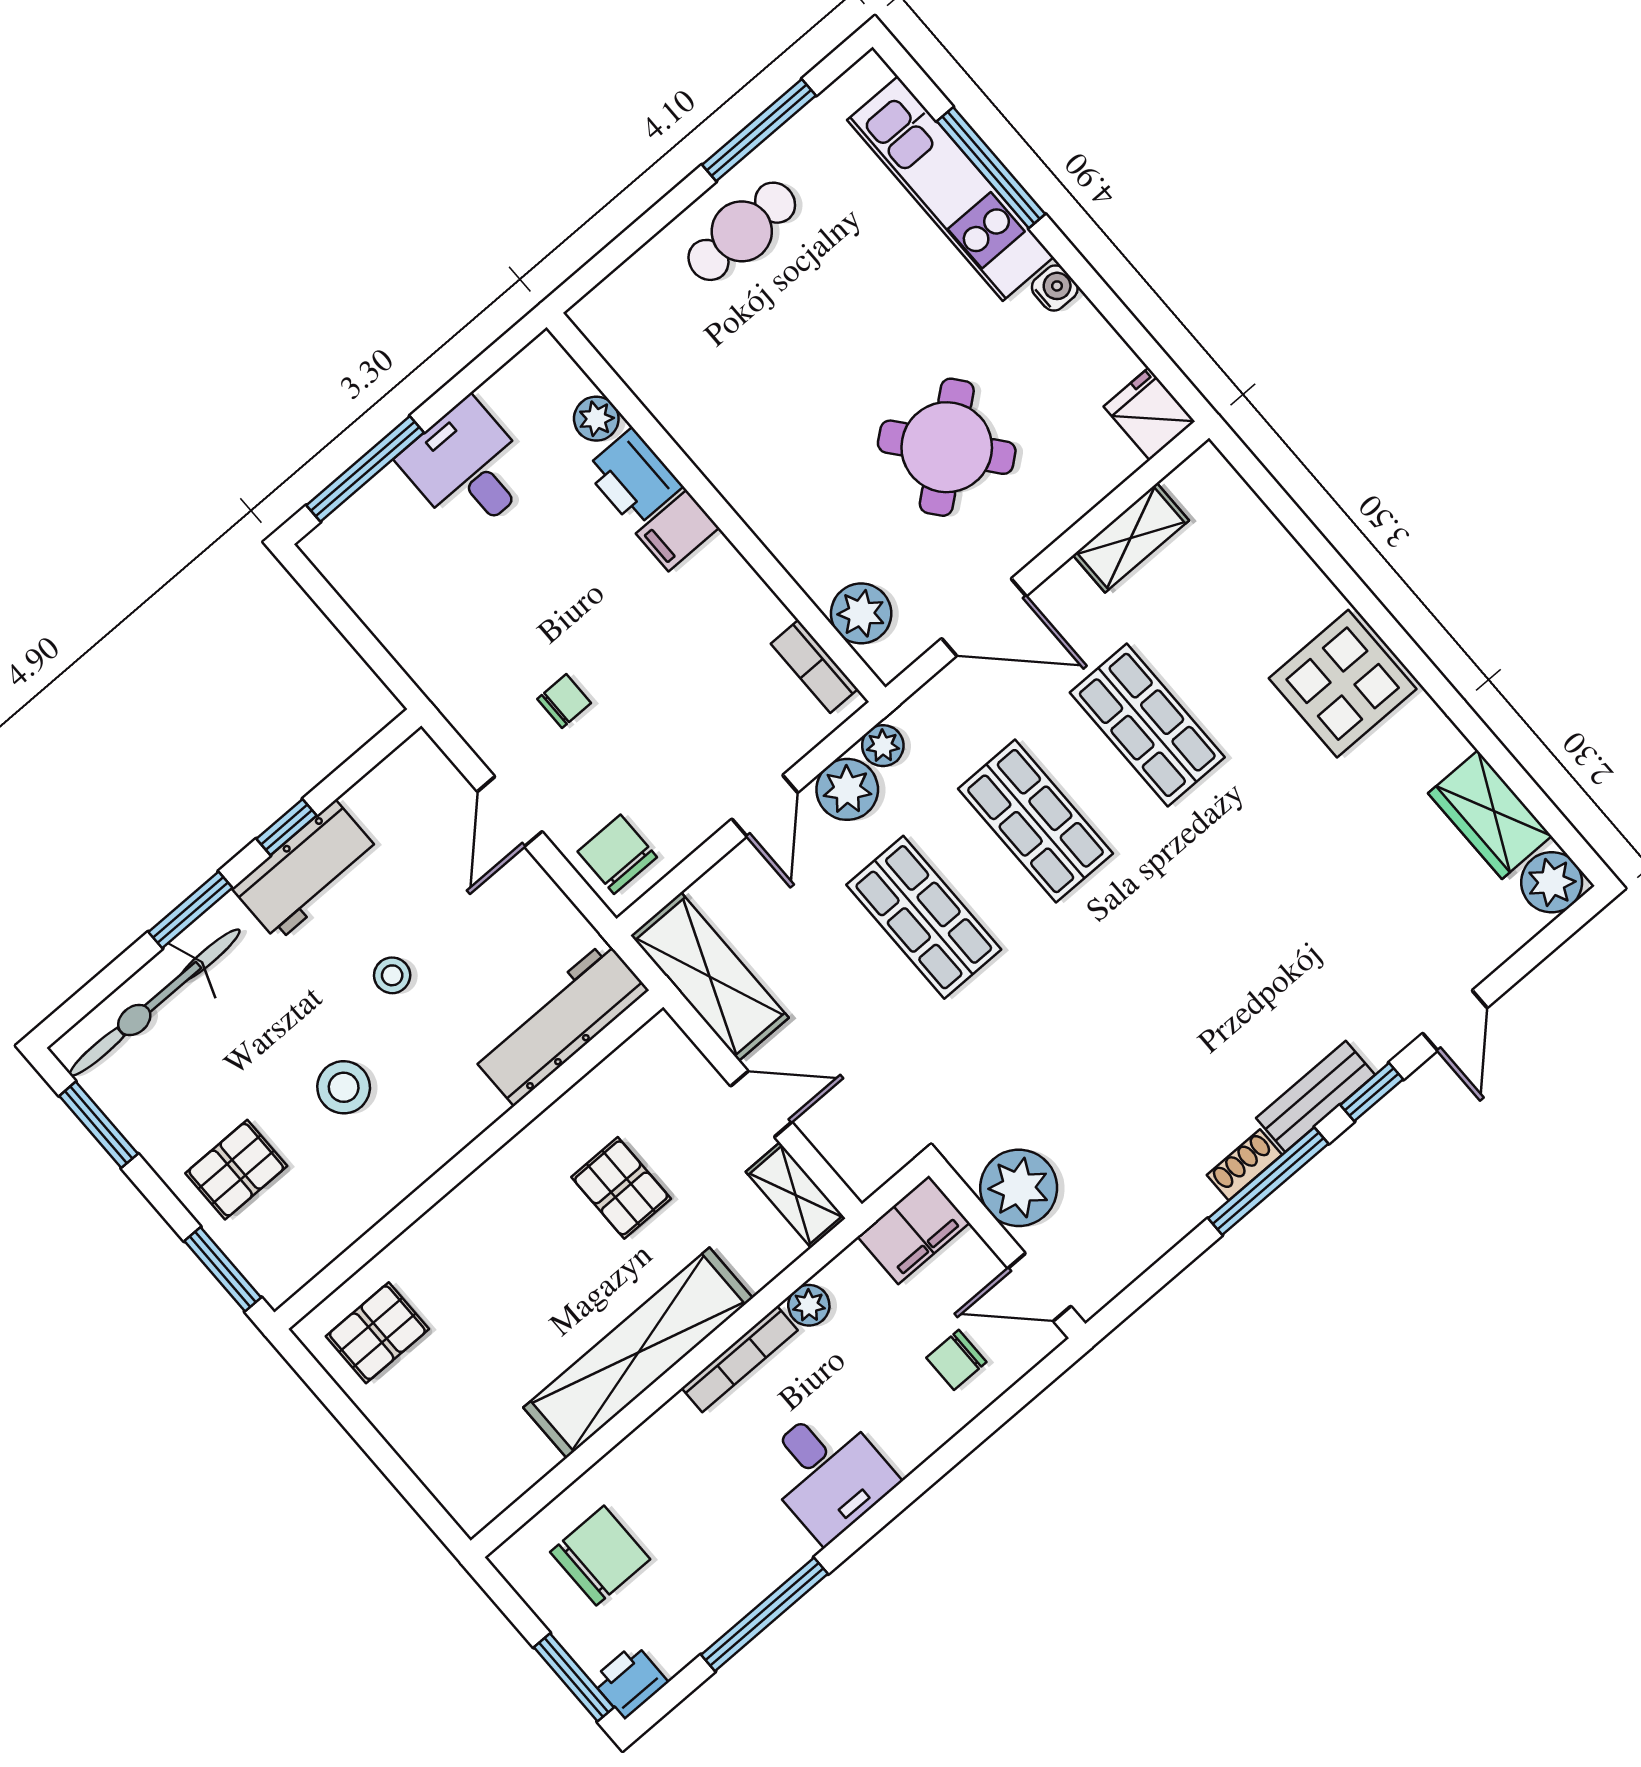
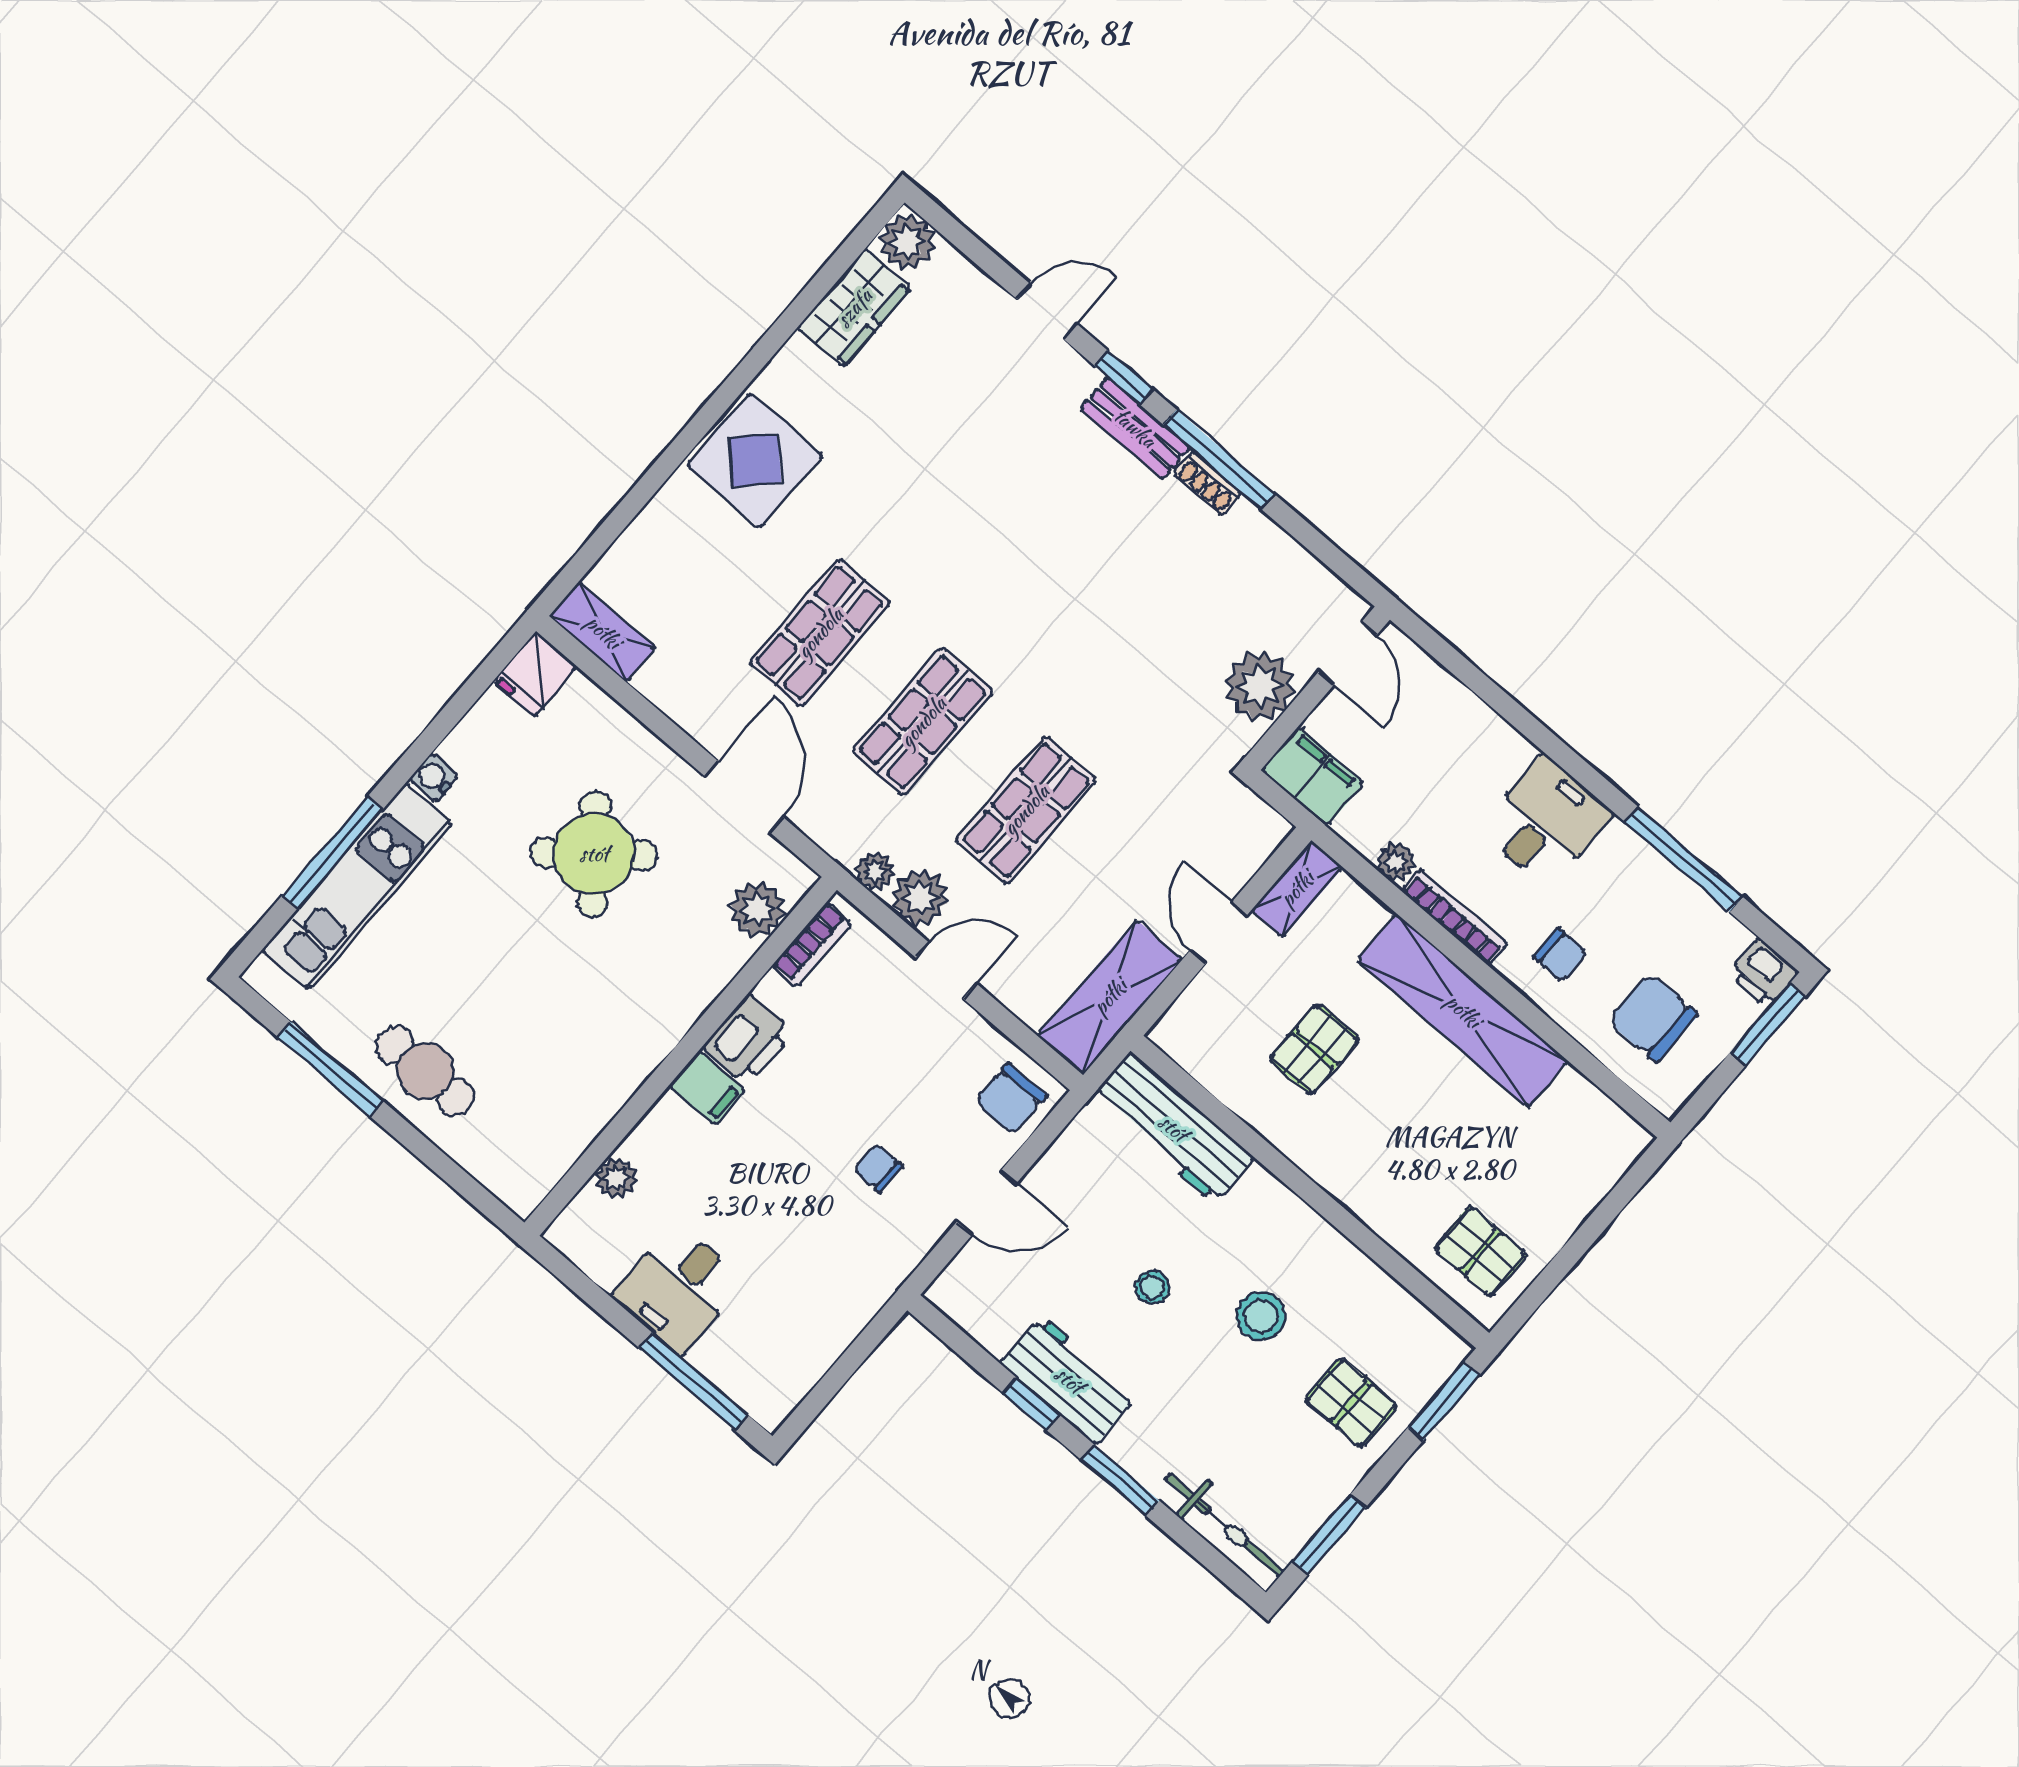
printer: (633, 478) -> (748, 1039), moved
shelving: (1131, 538) -> (603, 632), moved
bicycle: (155, 1003) -> (1225, 1525), width x0.73, depth x0.71
chair: (956, 1360) -> (1561, 955), moved

